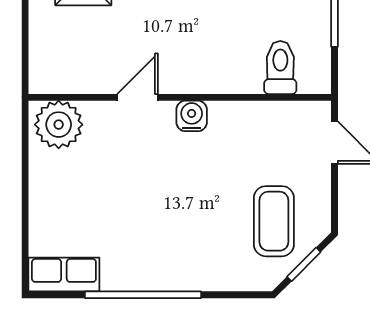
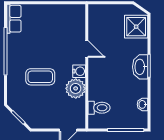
plant: (59, 125) -> (76, 88), moved
coffee table: (274, 221) -> (40, 77), moved

